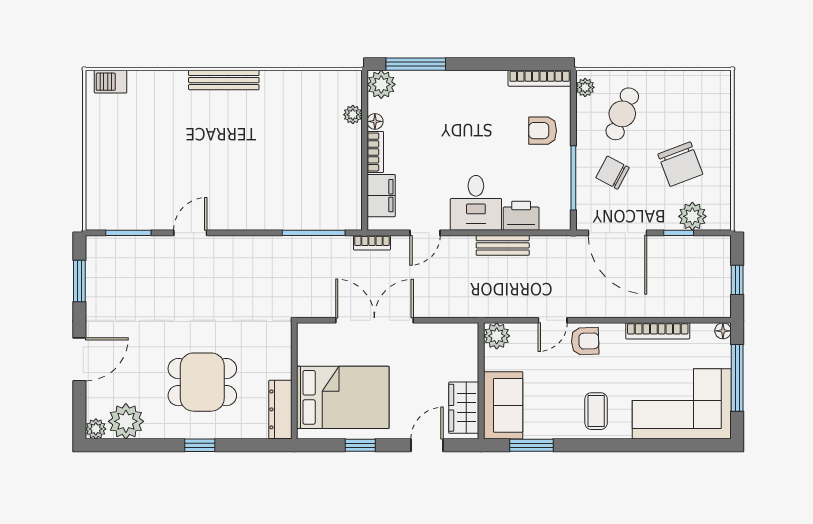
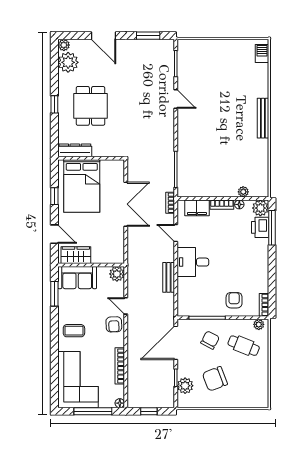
bookcase: (540, 78) -> (264, 305), width x0.64
printer: (521, 216) -> (260, 227), moved, turned 180

